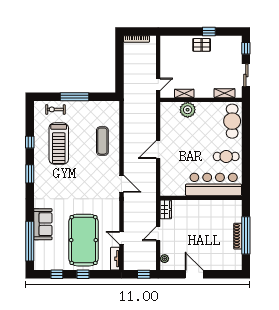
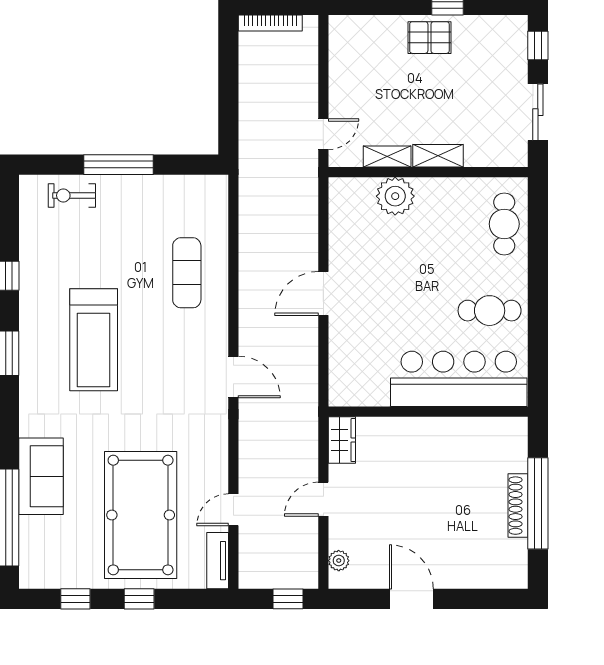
shelving: (225, 93) -> (438, 156), moved
cafe table: (232, 121) -> (504, 224), width x0.73, depth x0.74
treadmill: (59, 144) -> (94, 340), moved
door: (121, 238) -> (233, 510), hinge flipped

